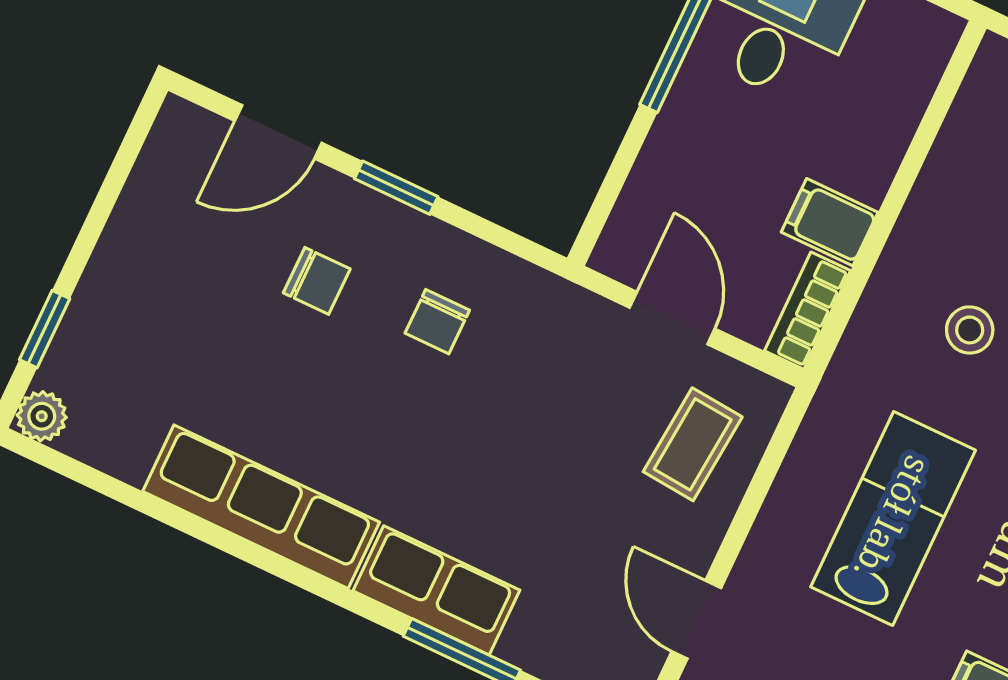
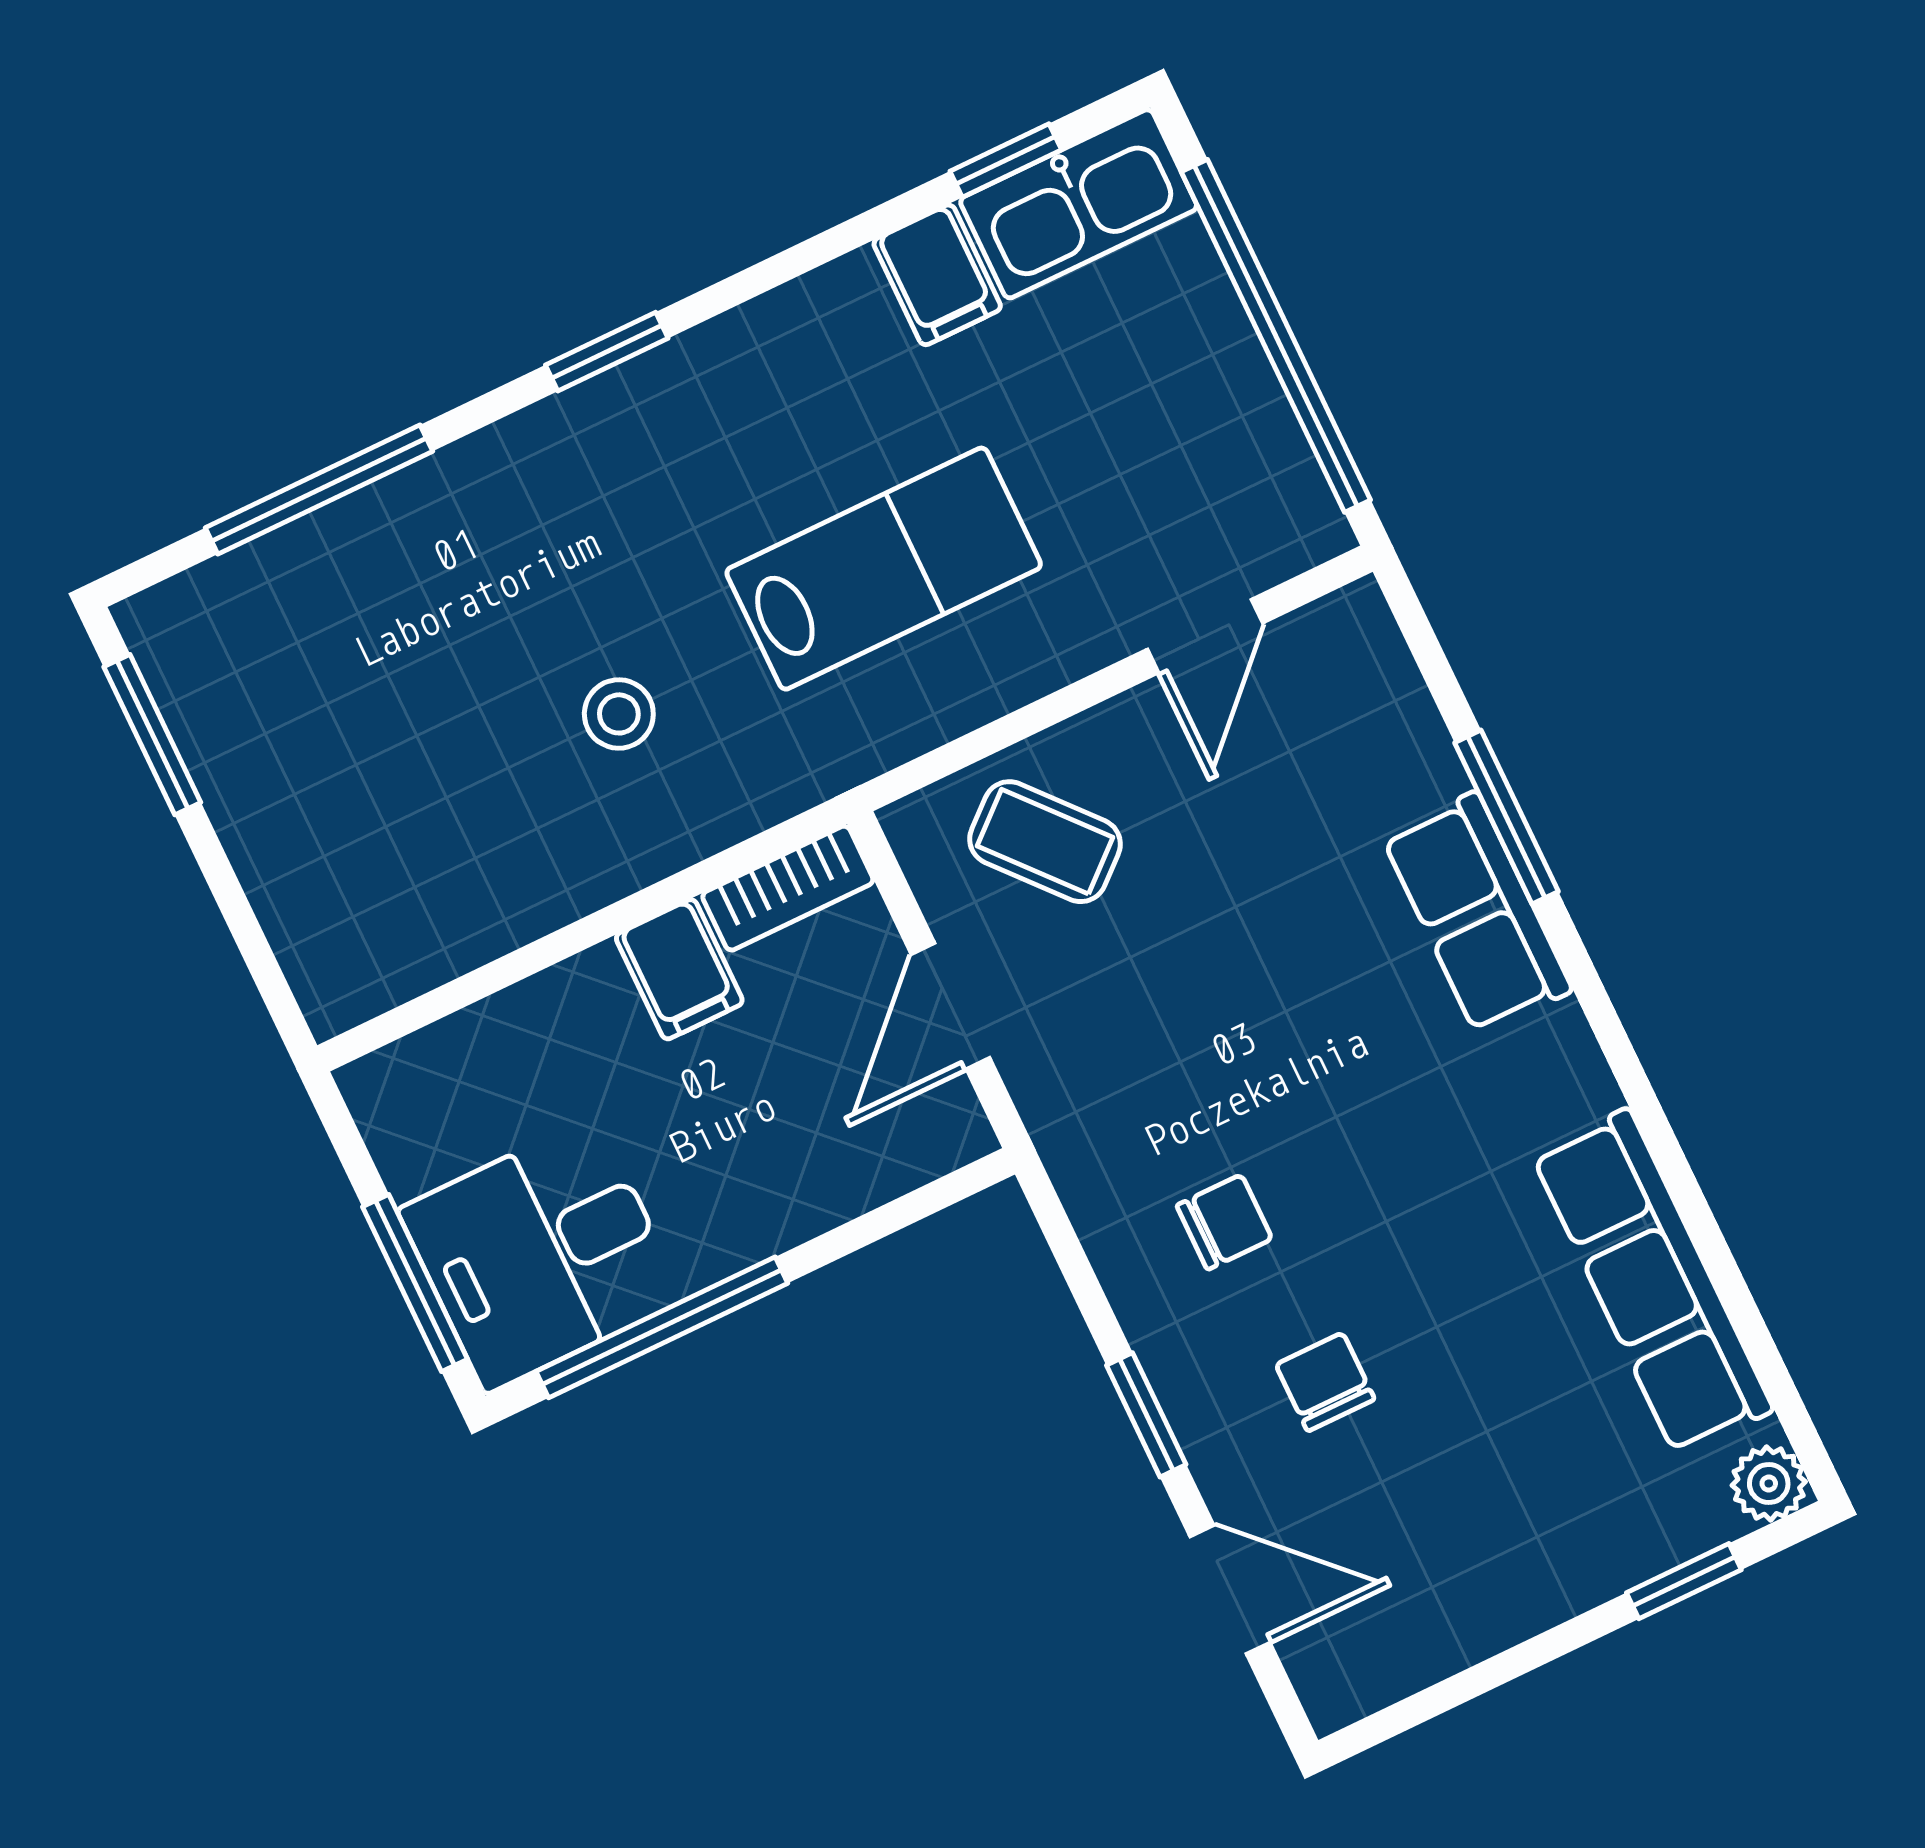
coffee table: (693, 444) -> (1045, 842), turned 44
row of seats: (261, 507) -> (1653, 1282), moved
lab bench: (893, 518) -> (884, 569), turned 180

